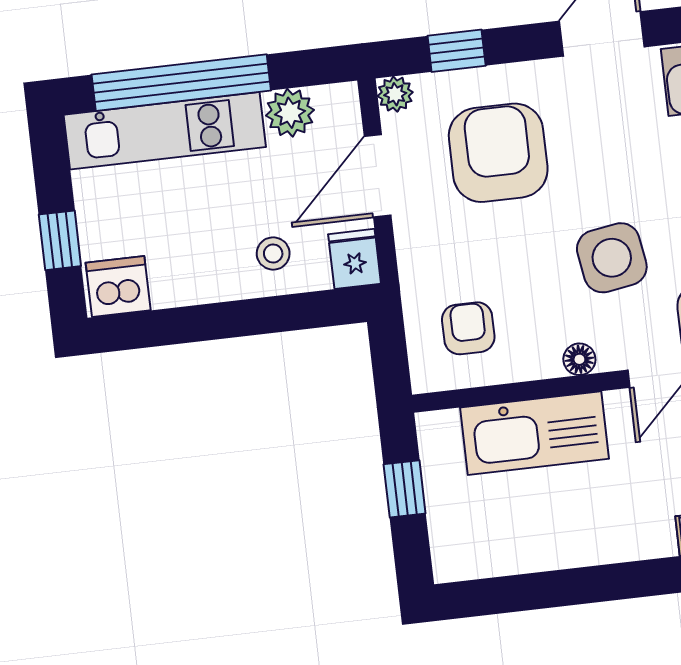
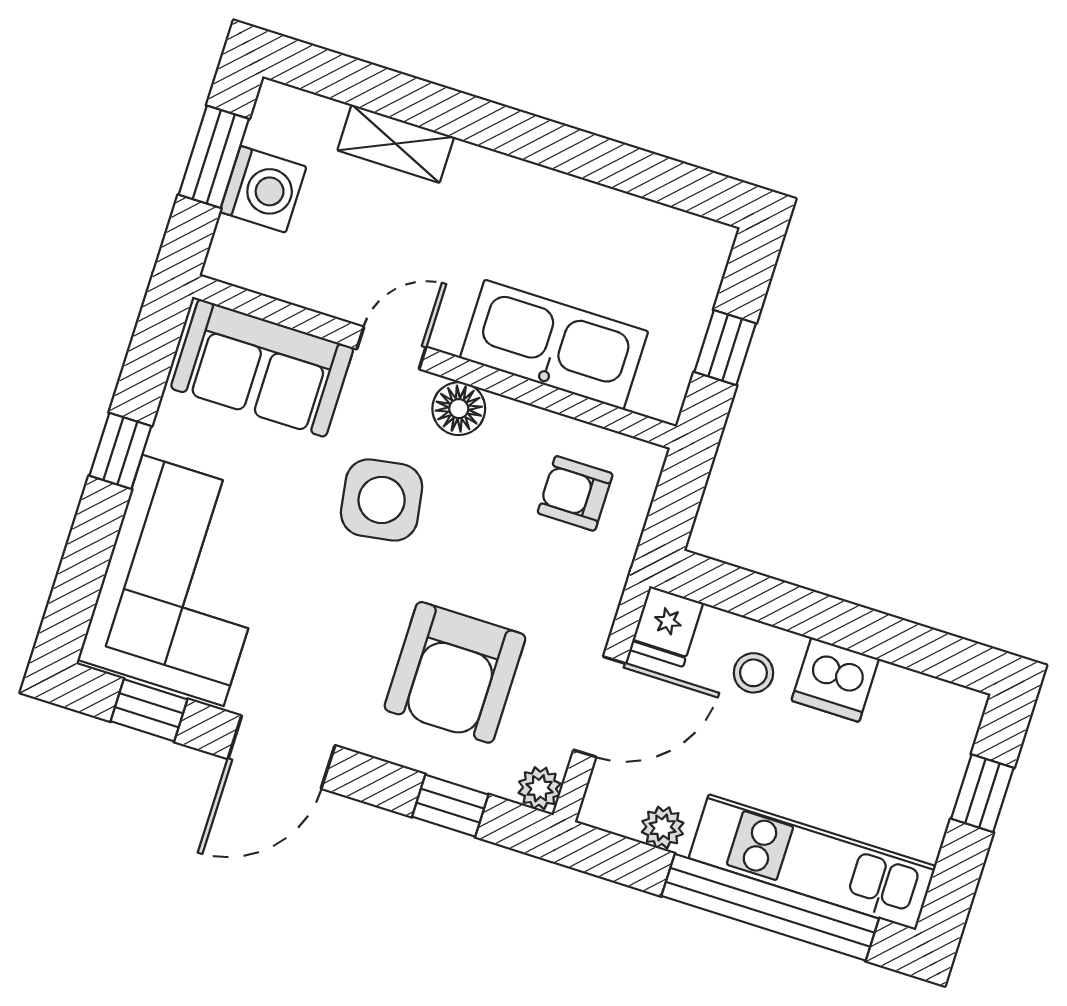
plant: (290, 113) -> (663, 828), width x0.73, depth x0.73
dishwasher: (118, 287) -> (835, 680), moved
armchair: (468, 328) -> (575, 493), turned 90
floor lamp: (579, 359) -> (459, 409), width x1.37, depth x1.37

